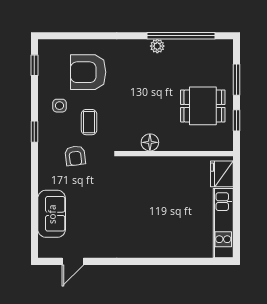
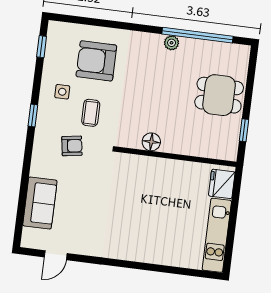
window: (236, 80) -> (249, 88), removed
dining table: (203, 106) -> (219, 95), moved
armchair: (75, 156) -> (72, 146), turned -92

